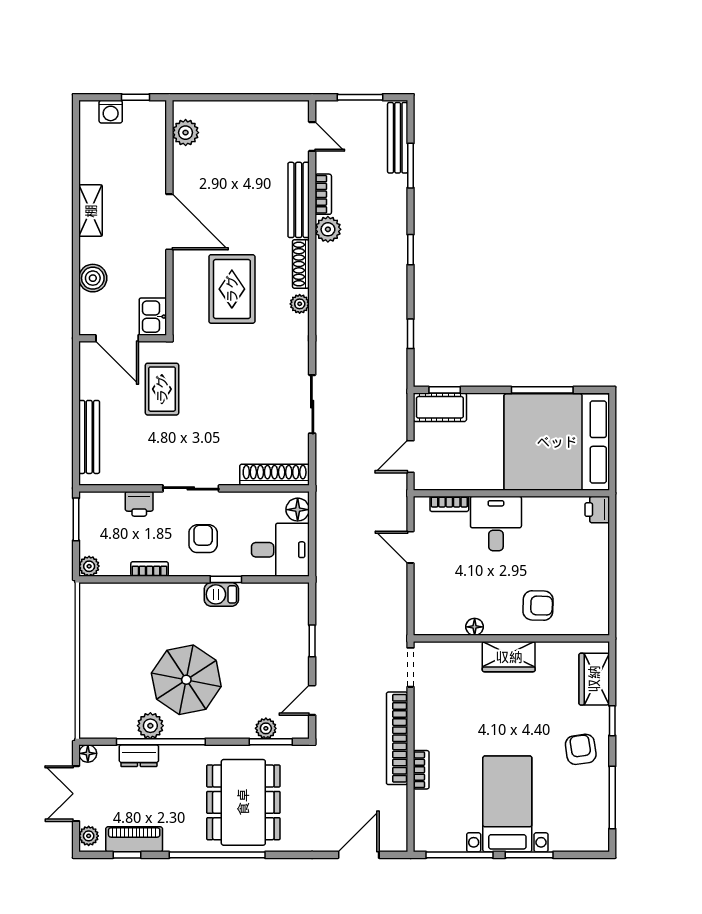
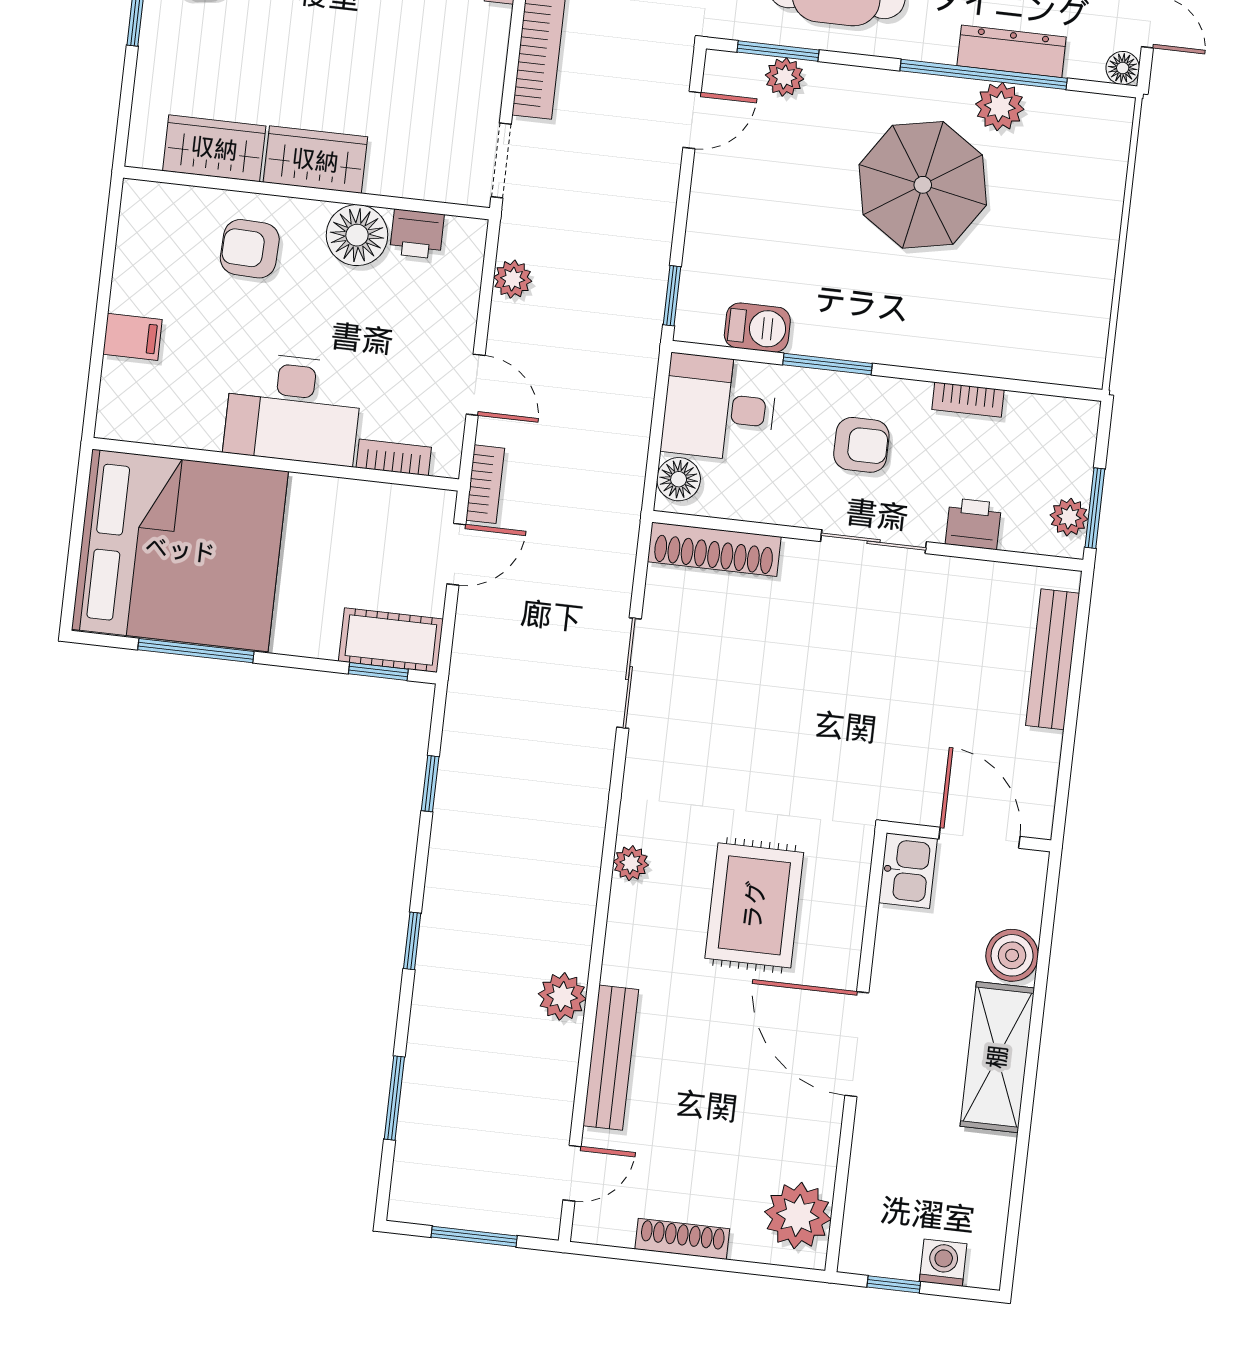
plant: (186, 133) -> (798, 1215), width x1.36, depth x1.36
door: (312, 137) -> (572, 1173), swing flipped
bench: (398, 138) -> (412, 1153), removed
bookcase: (323, 194) -> (485, 484), moved, turned 180
shelving: (91, 211) -> (997, 1057), width x1.50, depth x1.33
shoe rack: (301, 264) -> (682, 1239), moved, turned -90
rug: (162, 389) -> (906, 733), removed
printer: (597, 510) -> (417, 234), moved, turned 90
desk: (496, 524) -> (293, 409), width x1.37
armchair: (203, 539) -> (861, 445), turned -90
filing cabinet: (595, 552) -> (133, 337), added
plant: (89, 566) -> (1069, 517), moved
window: (226, 579) -> (827, 364), width x1.50
barbecue: (221, 594) -> (757, 328), moved
plant: (397, 605) -> (513, 279), added
floor lamp: (475, 627) -> (357, 235), width x1.89, depth x1.89
window: (312, 641) -> (672, 296), moved
wardrobe: (594, 679) -> (214, 148), moved, turned -90
dresser: (139, 756) -> (1012, 51), width x1.44

